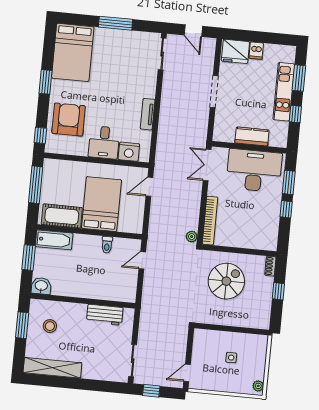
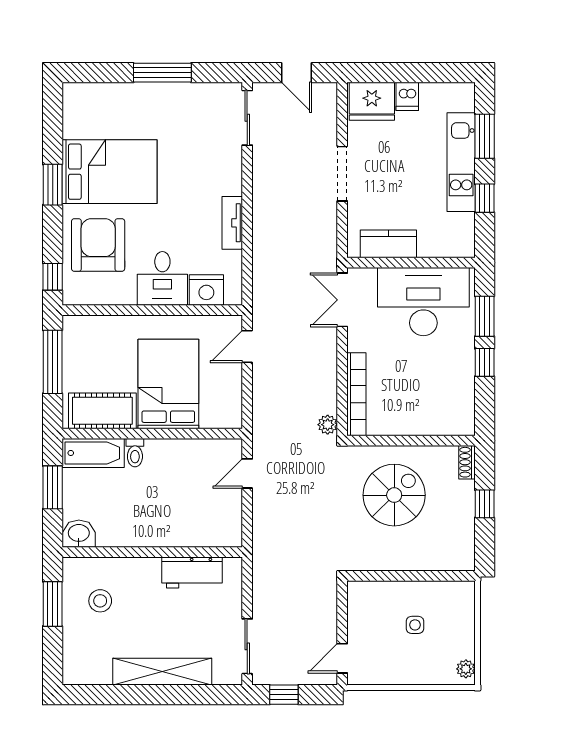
bed: (73, 52) -> (110, 172), moved, turned -90
kitchen counter: (252, 136) -> (388, 244), moved
toilet: (107, 245) -> (135, 453), moved
shelving: (52, 368) -> (162, 672), moved

